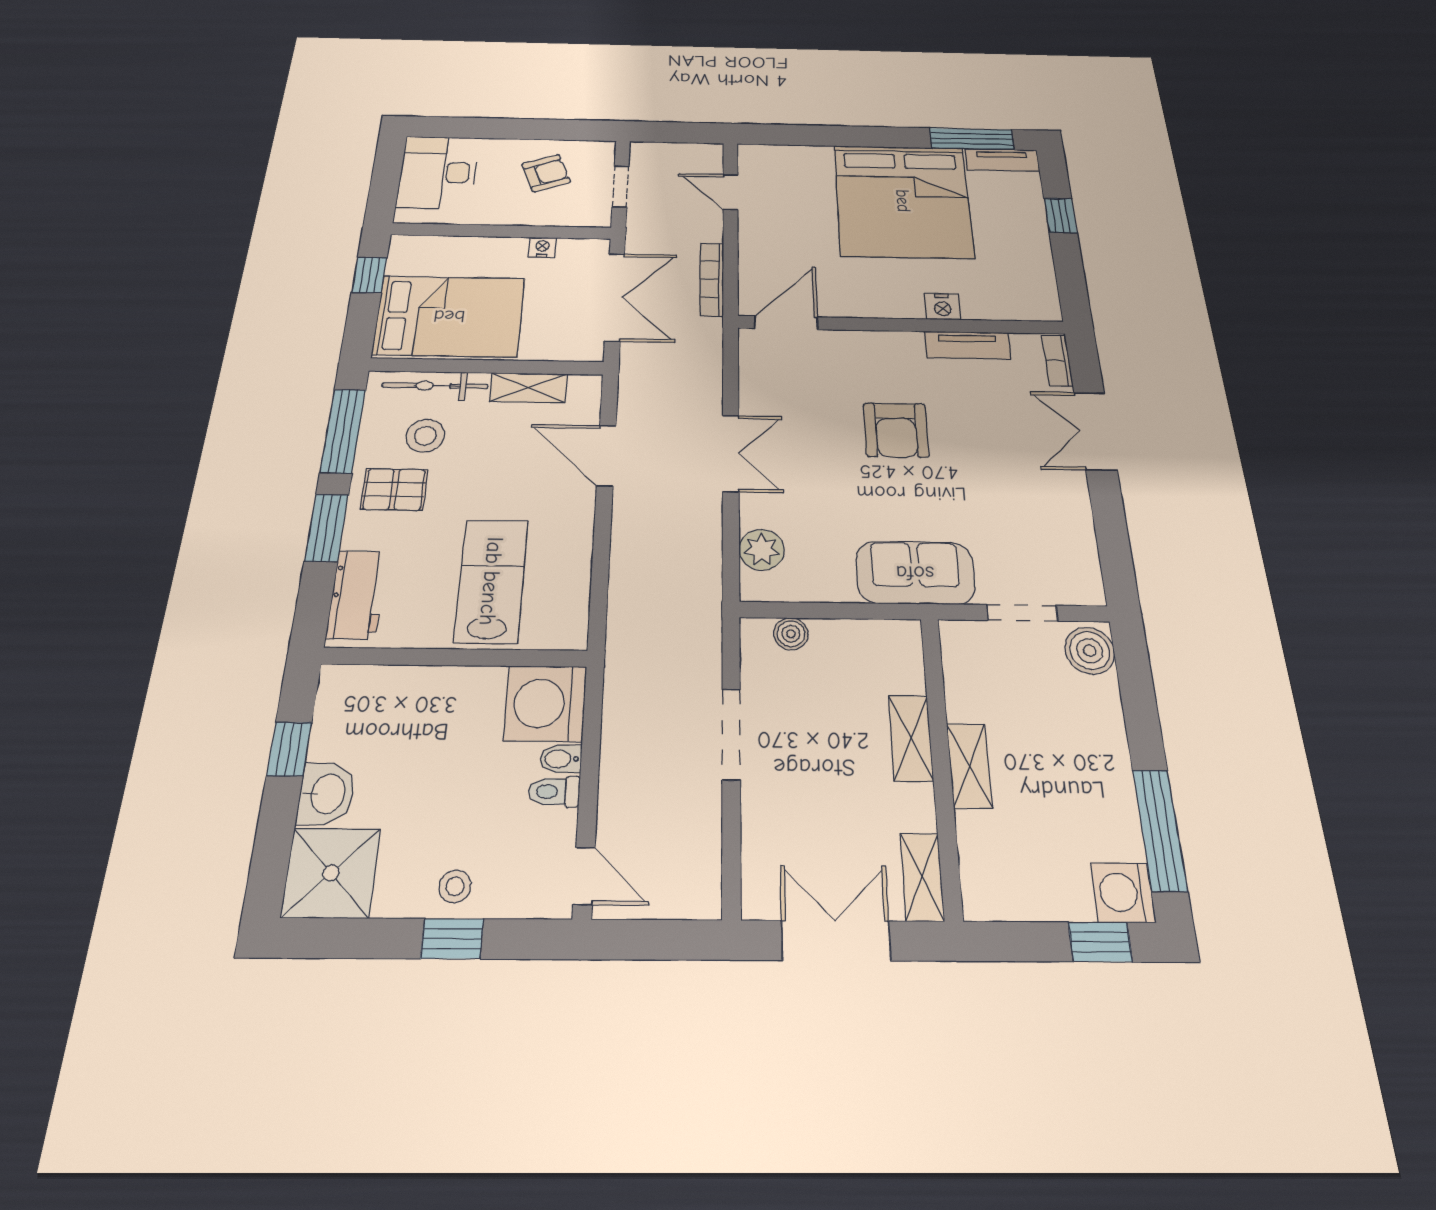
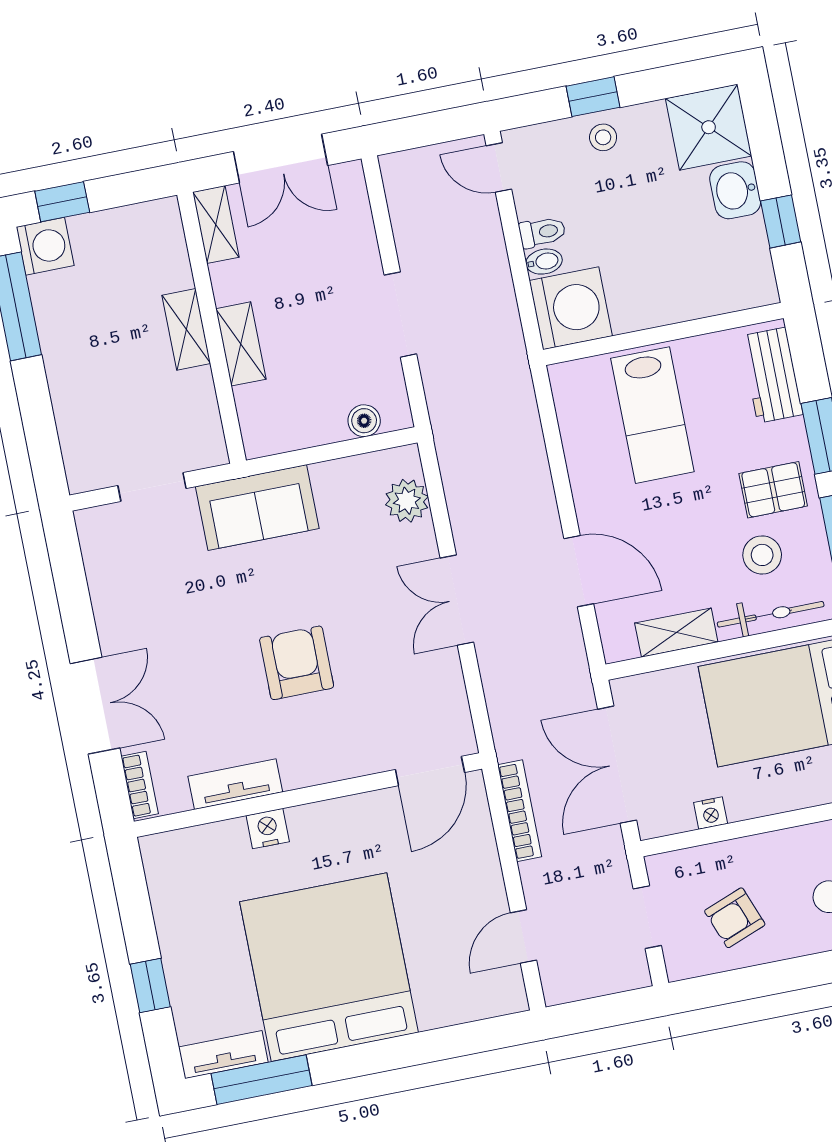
door: (730, 192) -> (523, 936), swing flipped
boiler: (1090, 651) -> (86, 462), removed

